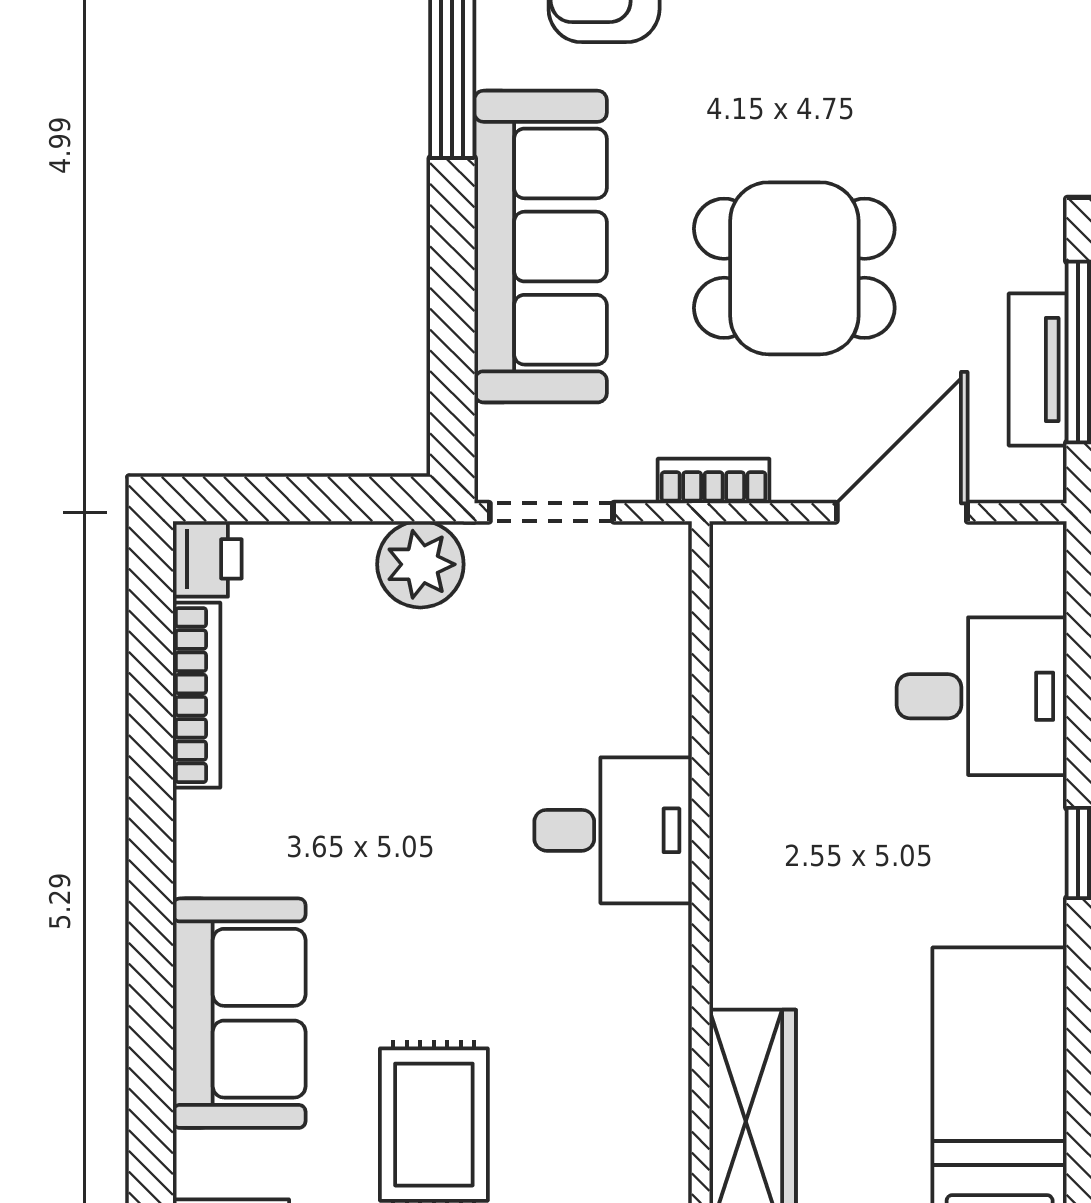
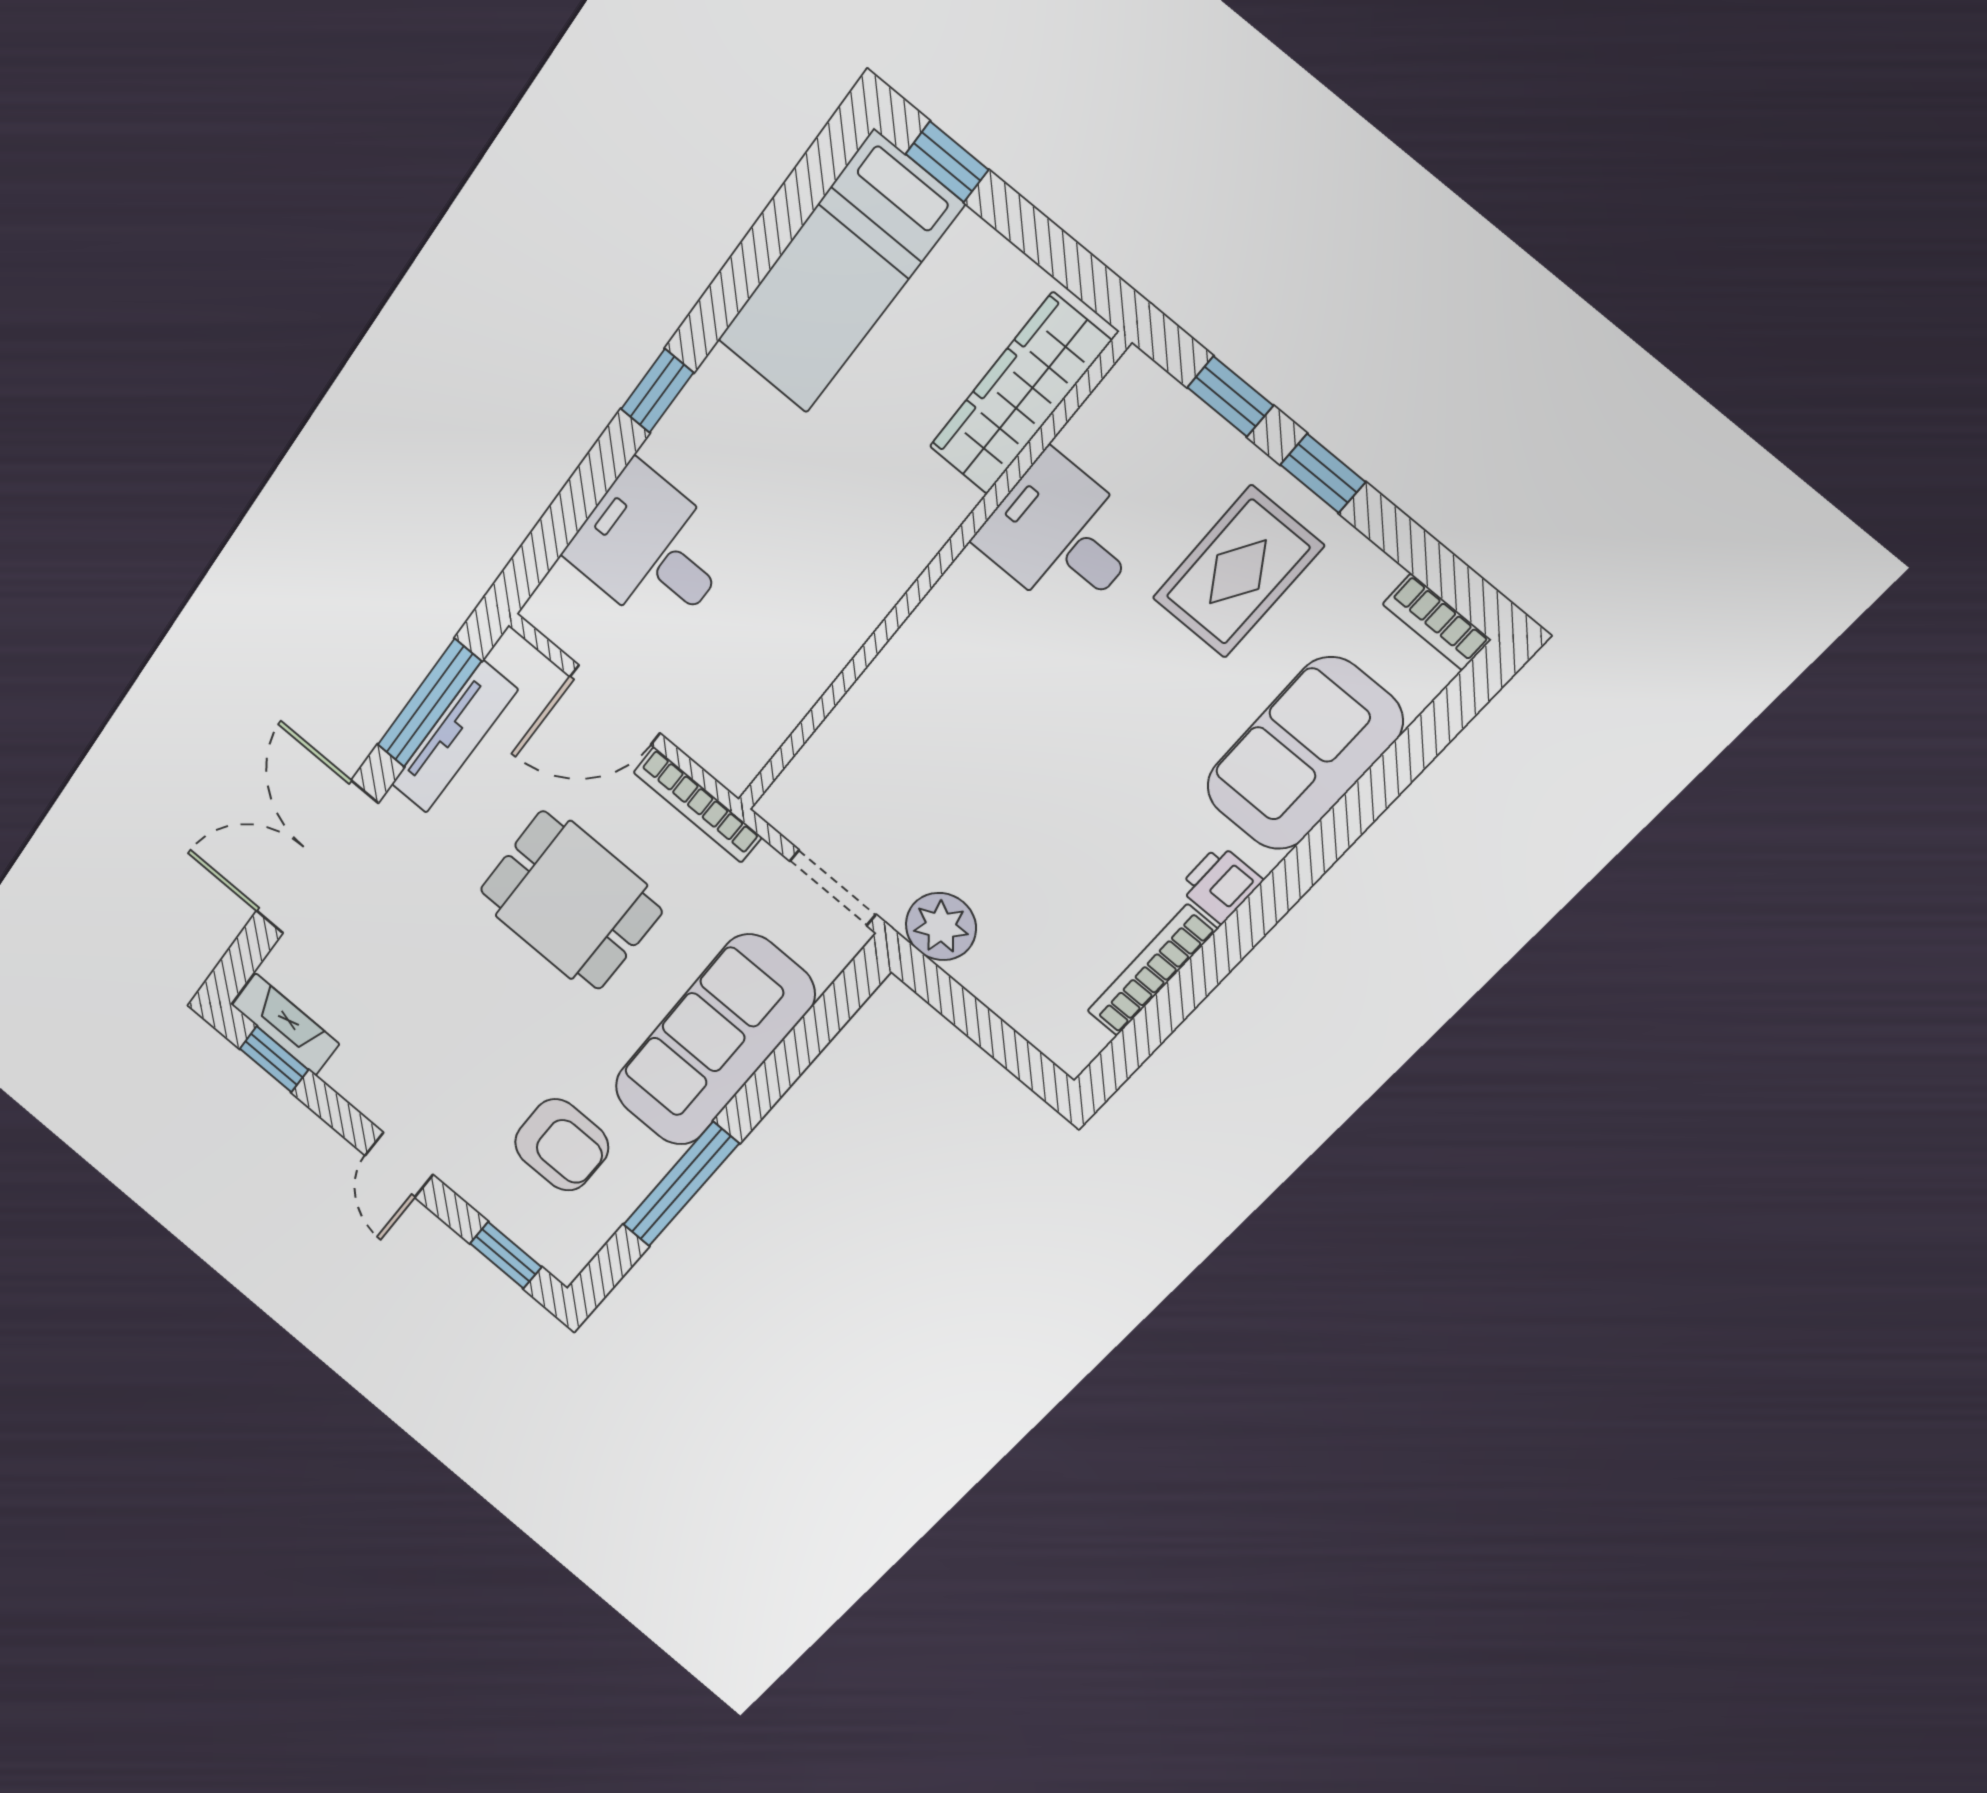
tv unit: (1038, 369) -> (454, 737), width x1.41
bookcase: (714, 481) -> (698, 805), width x1.56
printer: (207, 559) -> (1220, 884), moved
desk: (613, 830) -> (1061, 536), moved

